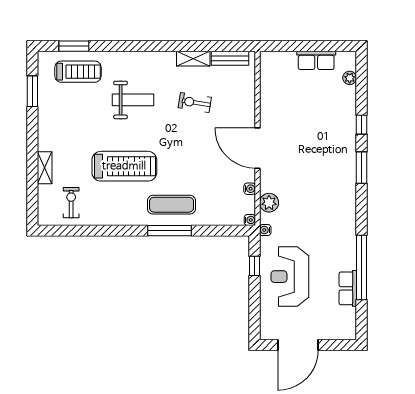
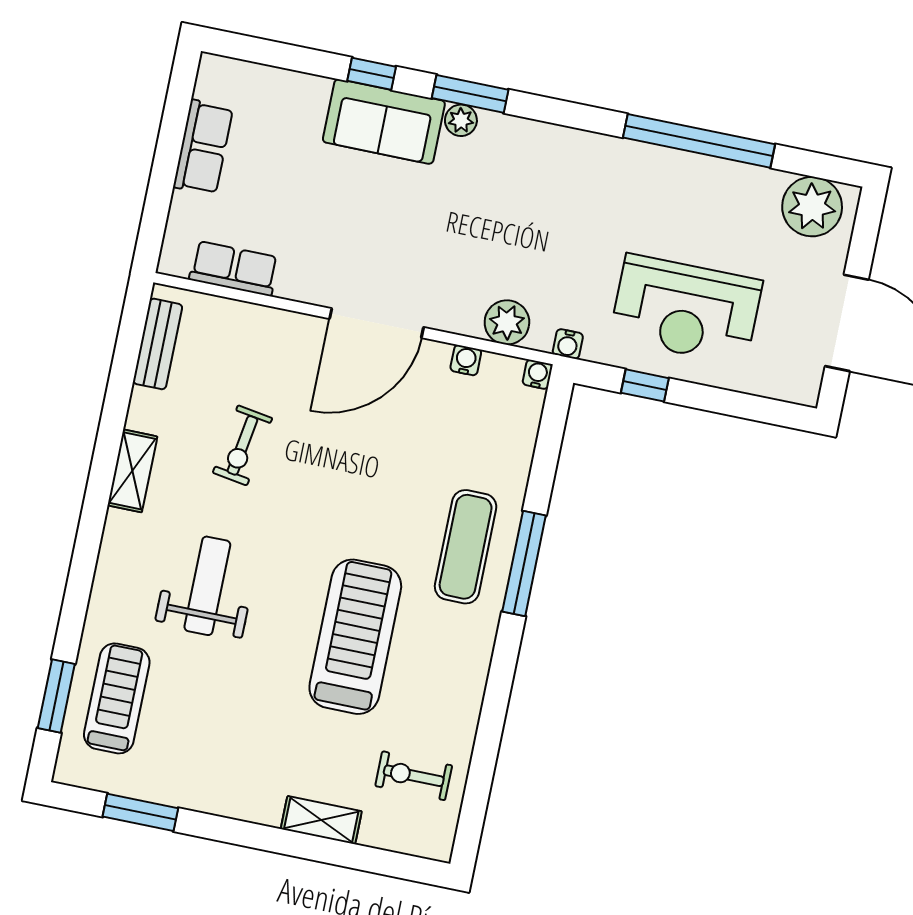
shelving: (193, 59) -> (132, 471), moved
plant: (350, 78) -> (461, 120), moved
sofa: (343, 134) -> (384, 122), added
row of seats: (348, 288) -> (234, 268), moved, turned 180
plant: (344, 321) -> (812, 207), added

